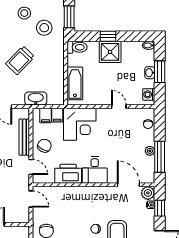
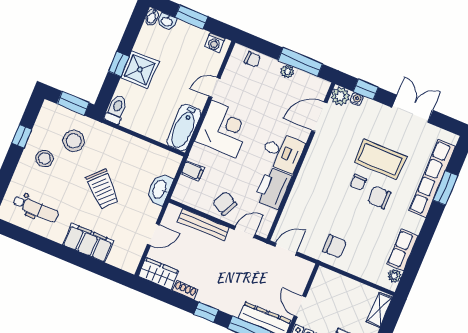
washbasin: (150, 73) -> (167, 21), moved
bathtub: (75, 83) -> (184, 128), moved, turned -90
filing cabinet: (45, 116) -> (187, 186), removed
corner desk: (80, 124) -> (224, 129), moved

